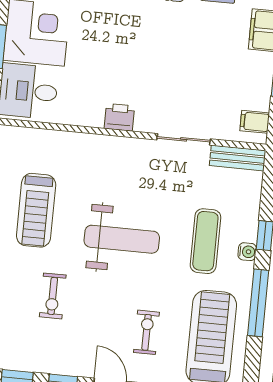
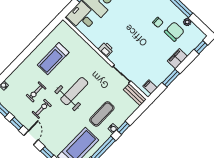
weight bench: (122, 239) -> (74, 91), turned -90
exercise bike: (147, 332) -> (42, 109), moved

